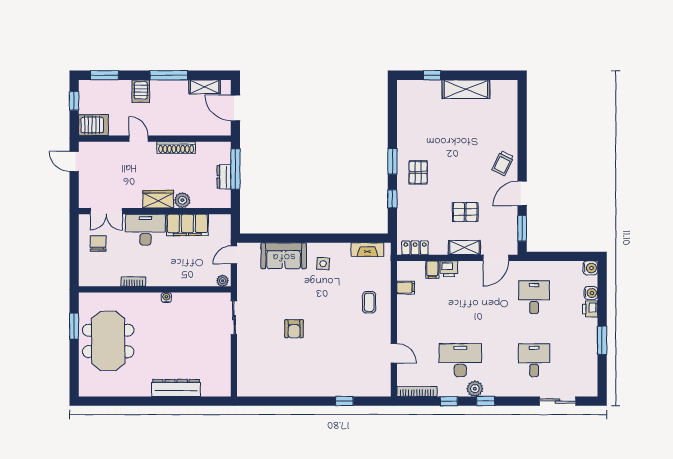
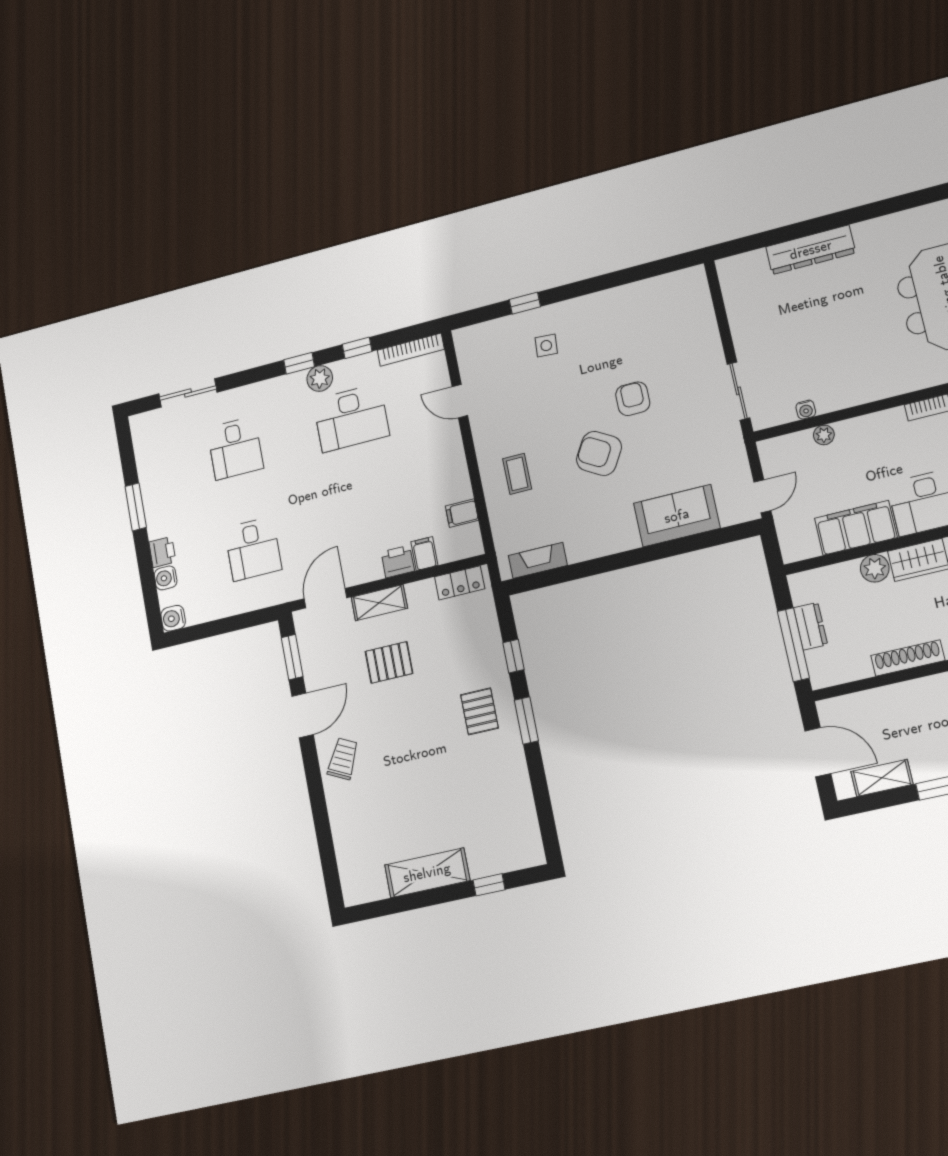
side table: (323, 264) -> (546, 346), moved
plant: (223, 281) -> (824, 435), moved
water cooler: (166, 298) -> (806, 410), moved
armchair: (320, 302) -> (599, 453), added

